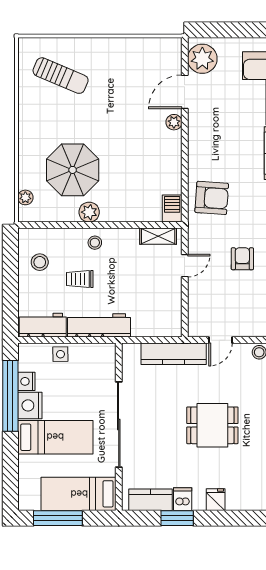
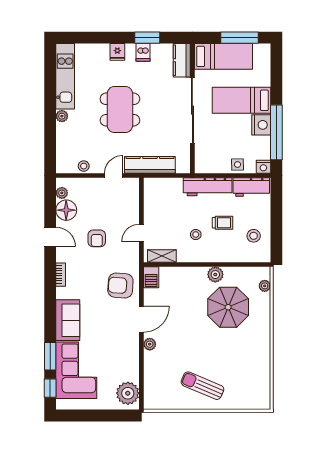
sun lounger: (61, 76) -> (202, 386), moved
door: (185, 92) -> (141, 319), moved
stool: (95, 243) -> (196, 235), moved
nightstand: (26, 381) -> (263, 167), moved, turned 90
dining table: (212, 425) -> (120, 110), width x1.37
kitchen counter: (150, 500) -> (182, 60), moved, turned 90

